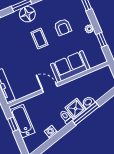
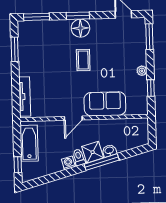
armchair: (63, 27) -> (114, 57), removed
door: (50, 88) -> (73, 118), swing flipped
window: (13, 124) -> (18, 165), moved
washing machine: (51, 132) -> (68, 163), moved

